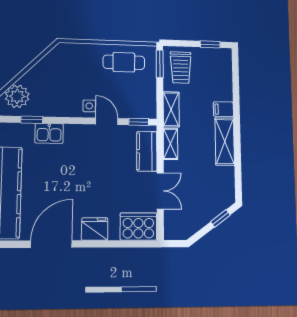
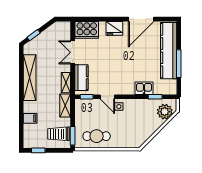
trolley: (181, 67) -> (59, 134), turned -90
filing cabinet: (223, 109) -> (30, 118), moved
shelving: (225, 141) -> (30, 78), width x1.47

